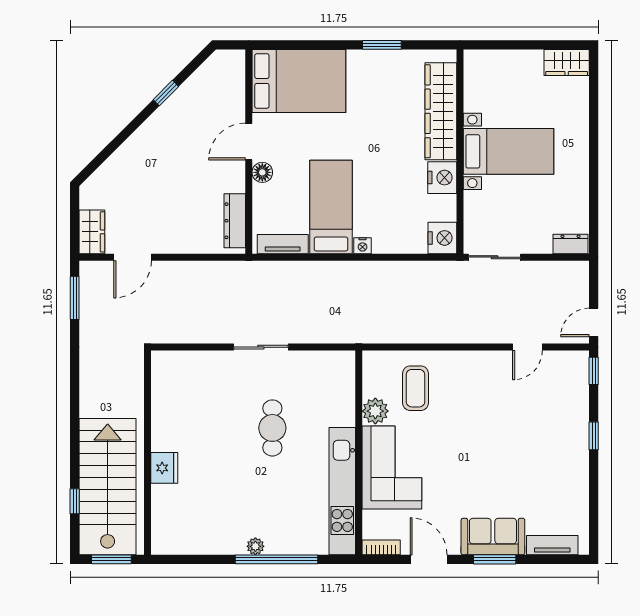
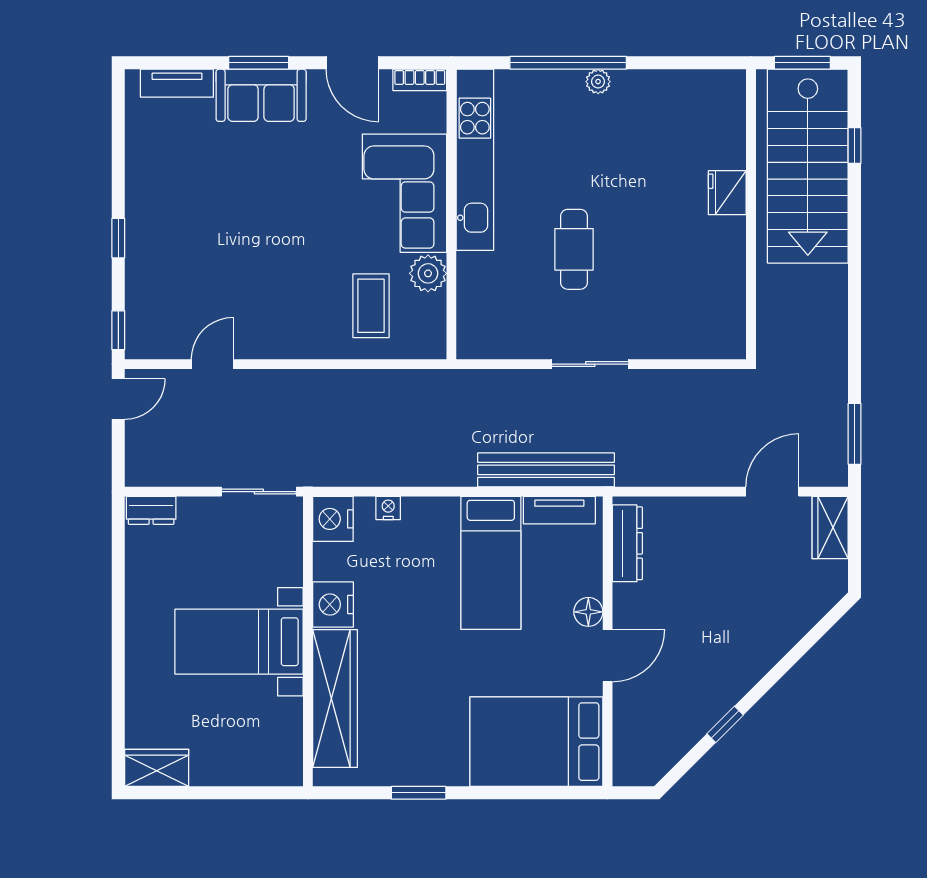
nightstand: (363, 246) -> (388, 508), moved
bench: (292, 273) -> (546, 470), added

